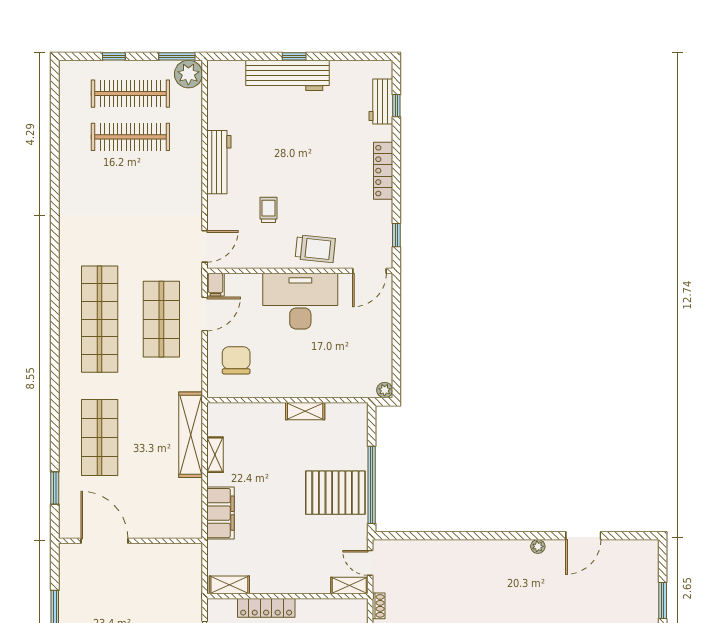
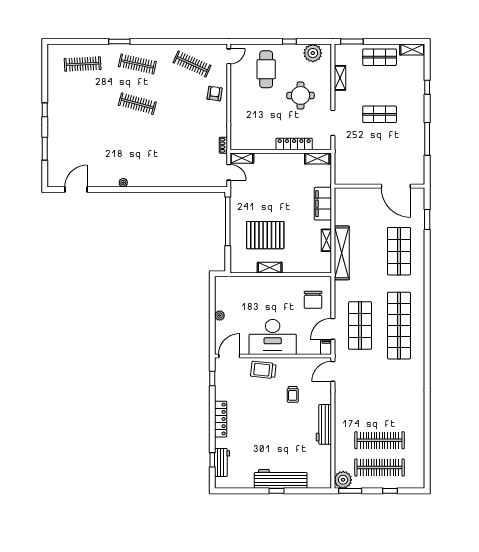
plant: (385, 390) -> (220, 316), moved
pallet: (335, 493) -> (265, 235), moved
door: (583, 536) -> (76, 189), moved

